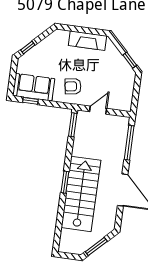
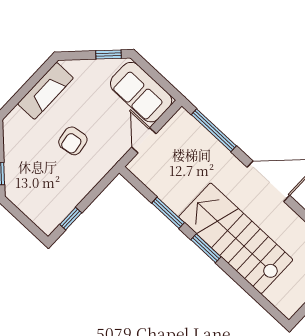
armchair: (73, 86) -> (73, 141), moved
sofa: (34, 87) -> (141, 92), moved, turned -90
window: (73, 125) -> (168, 213), moved

